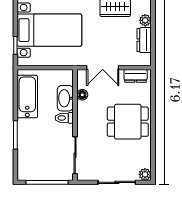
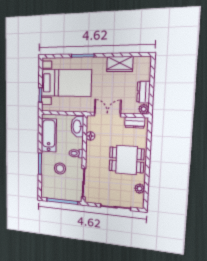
plant: (145, 20) -> (144, 109), moved
double door: (103, 68) -> (107, 115), swing flipped
washbasin: (65, 98) -> (77, 127), moved
stool: (43, 139) -> (60, 168), added
plant: (145, 174) -> (140, 189), moved

